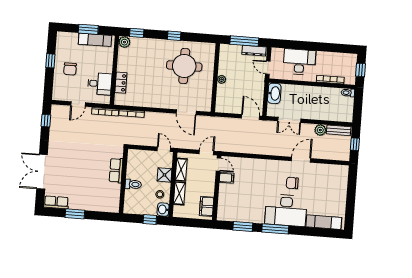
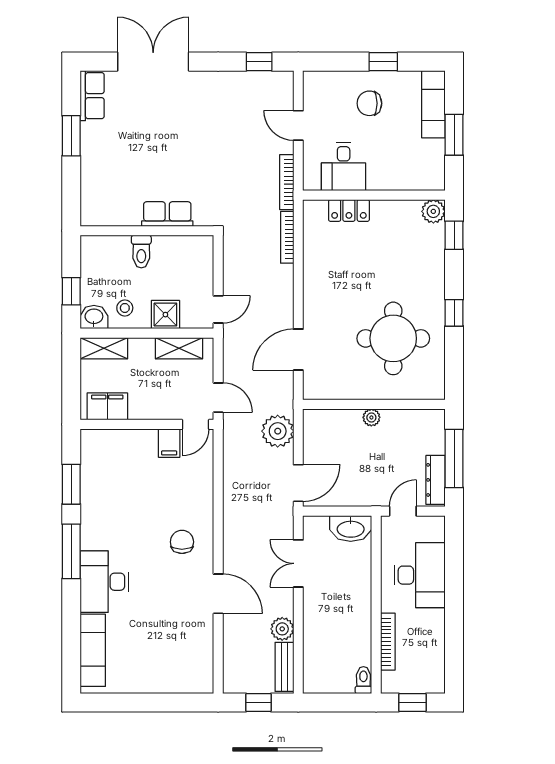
exam couch: (95, 40) -> (433, 104), moved
plant: (225, 125) -> (278, 431), added
chair: (292, 183) -> (182, 542), moved
shelving: (179, 193) -> (104, 348), moved
desk: (286, 210) -> (104, 582), width x0.73, depth x0.77

